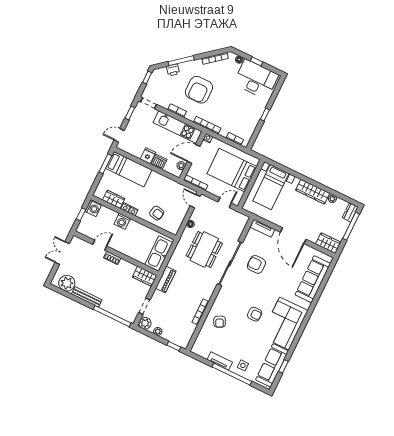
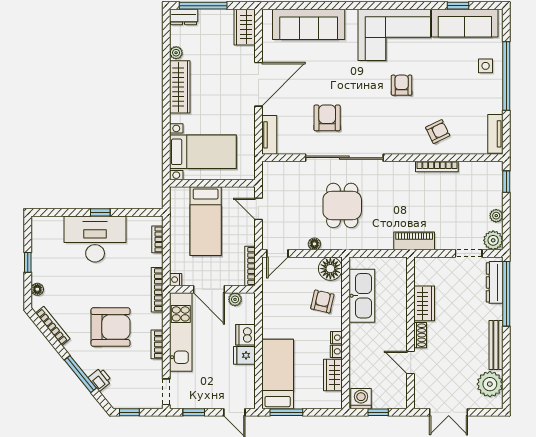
desk: (256, 79) -> (95, 239), moved, turned 90
bed: (232, 170) -> (206, 221), width x0.67
washing machine: (122, 221) -> (359, 347), removed
floor lamp: (173, 226) -> (330, 269), added
dining table: (204, 249) -> (342, 205), width x0.73
kitchen sink: (159, 254) -> (362, 296), moved, turned -90
armchair: (256, 264) -> (327, 118), turned 180
wardrobe: (145, 276) -> (424, 303), moved
dresser: (121, 313) -> (495, 282), added
tv unit: (220, 361) -> (495, 134), moved

